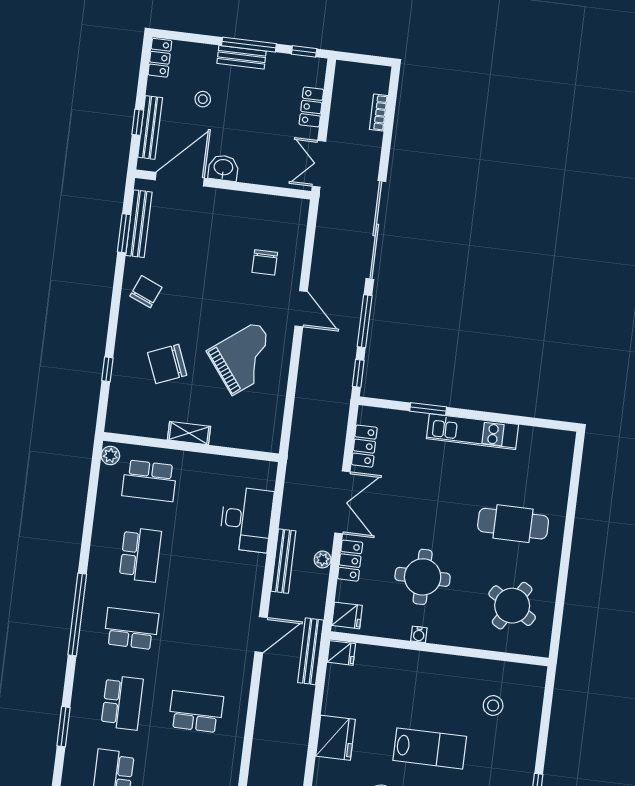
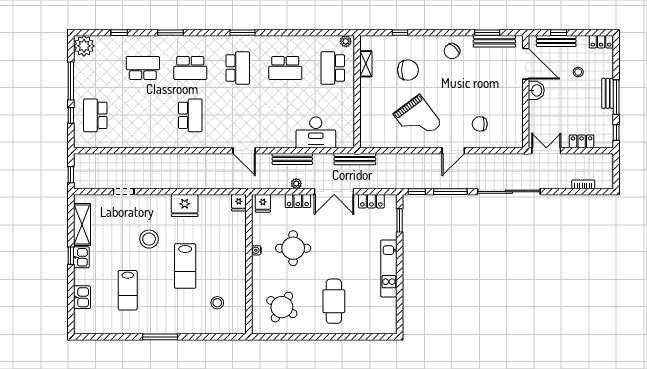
chair: (146, 292) -> (452, 51), turned 110
chair: (167, 364) -> (408, 70), turned 112
window: (428, 409) -> (400, 220), moved
shelving: (189, 433) -> (366, 64), moved
window: (77, 615) -> (242, 33), width x0.47
bench: (311, 651) -> (355, 159), moved

